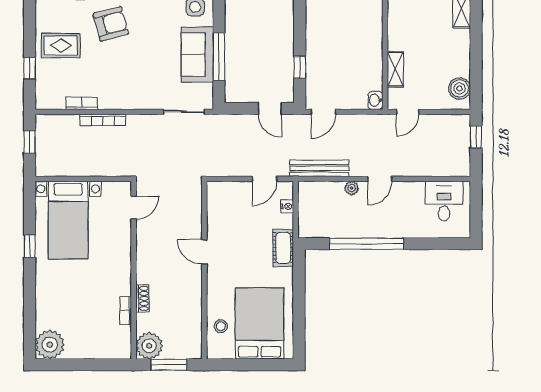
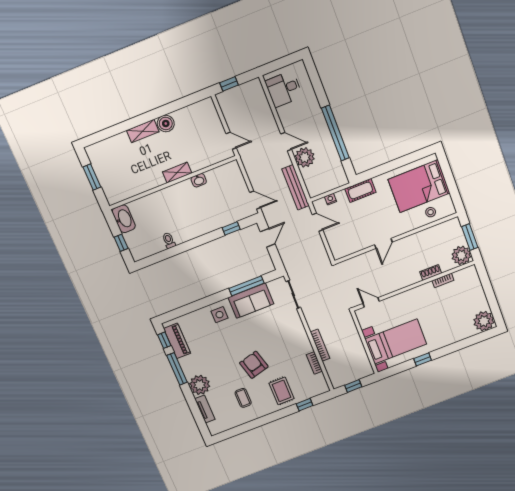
shelving: (395, 69) -> (177, 173), moved
boiler: (460, 88) -> (166, 123), moved
washbasin: (375, 100) -> (199, 180), moved
plant: (352, 188) -> (305, 157), width x1.88, depth x1.88

